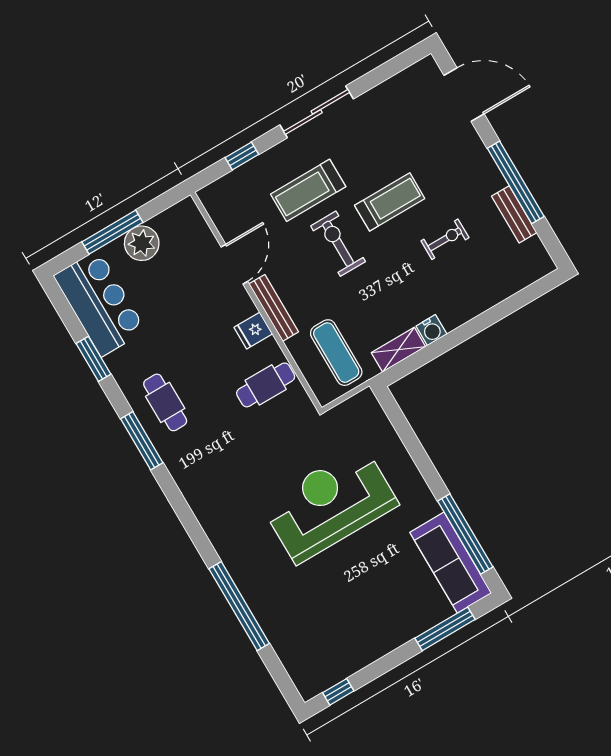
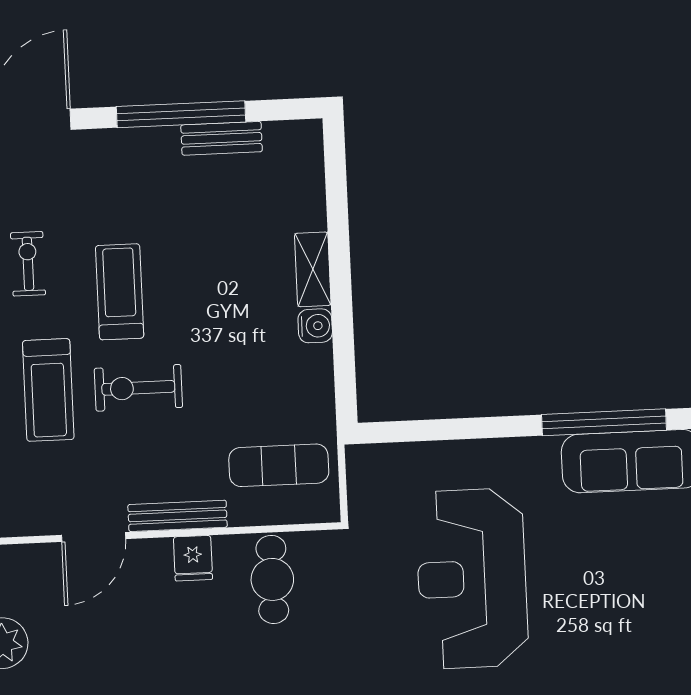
exercise bike: (445, 239) -> (28, 264), moved
door: (234, 264) -> (94, 537), swing flipped
shelving: (398, 350) -> (313, 269), moved

